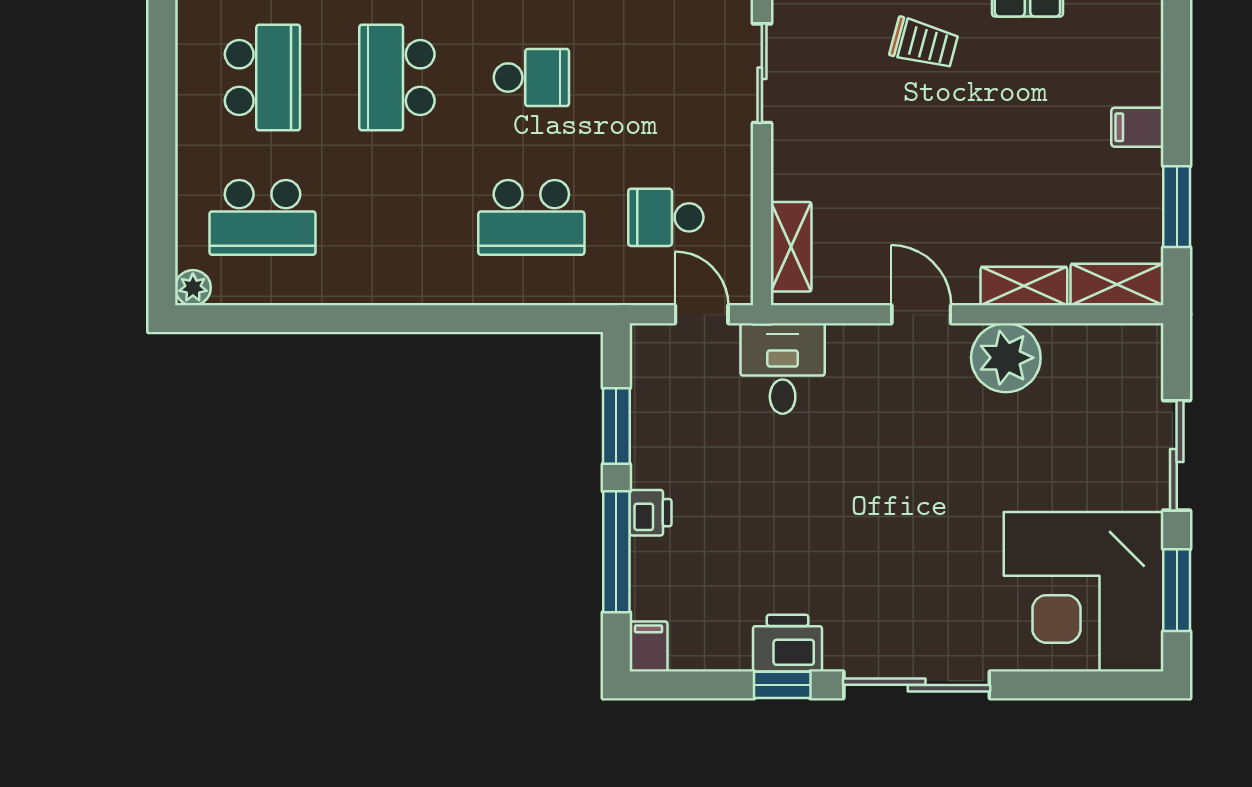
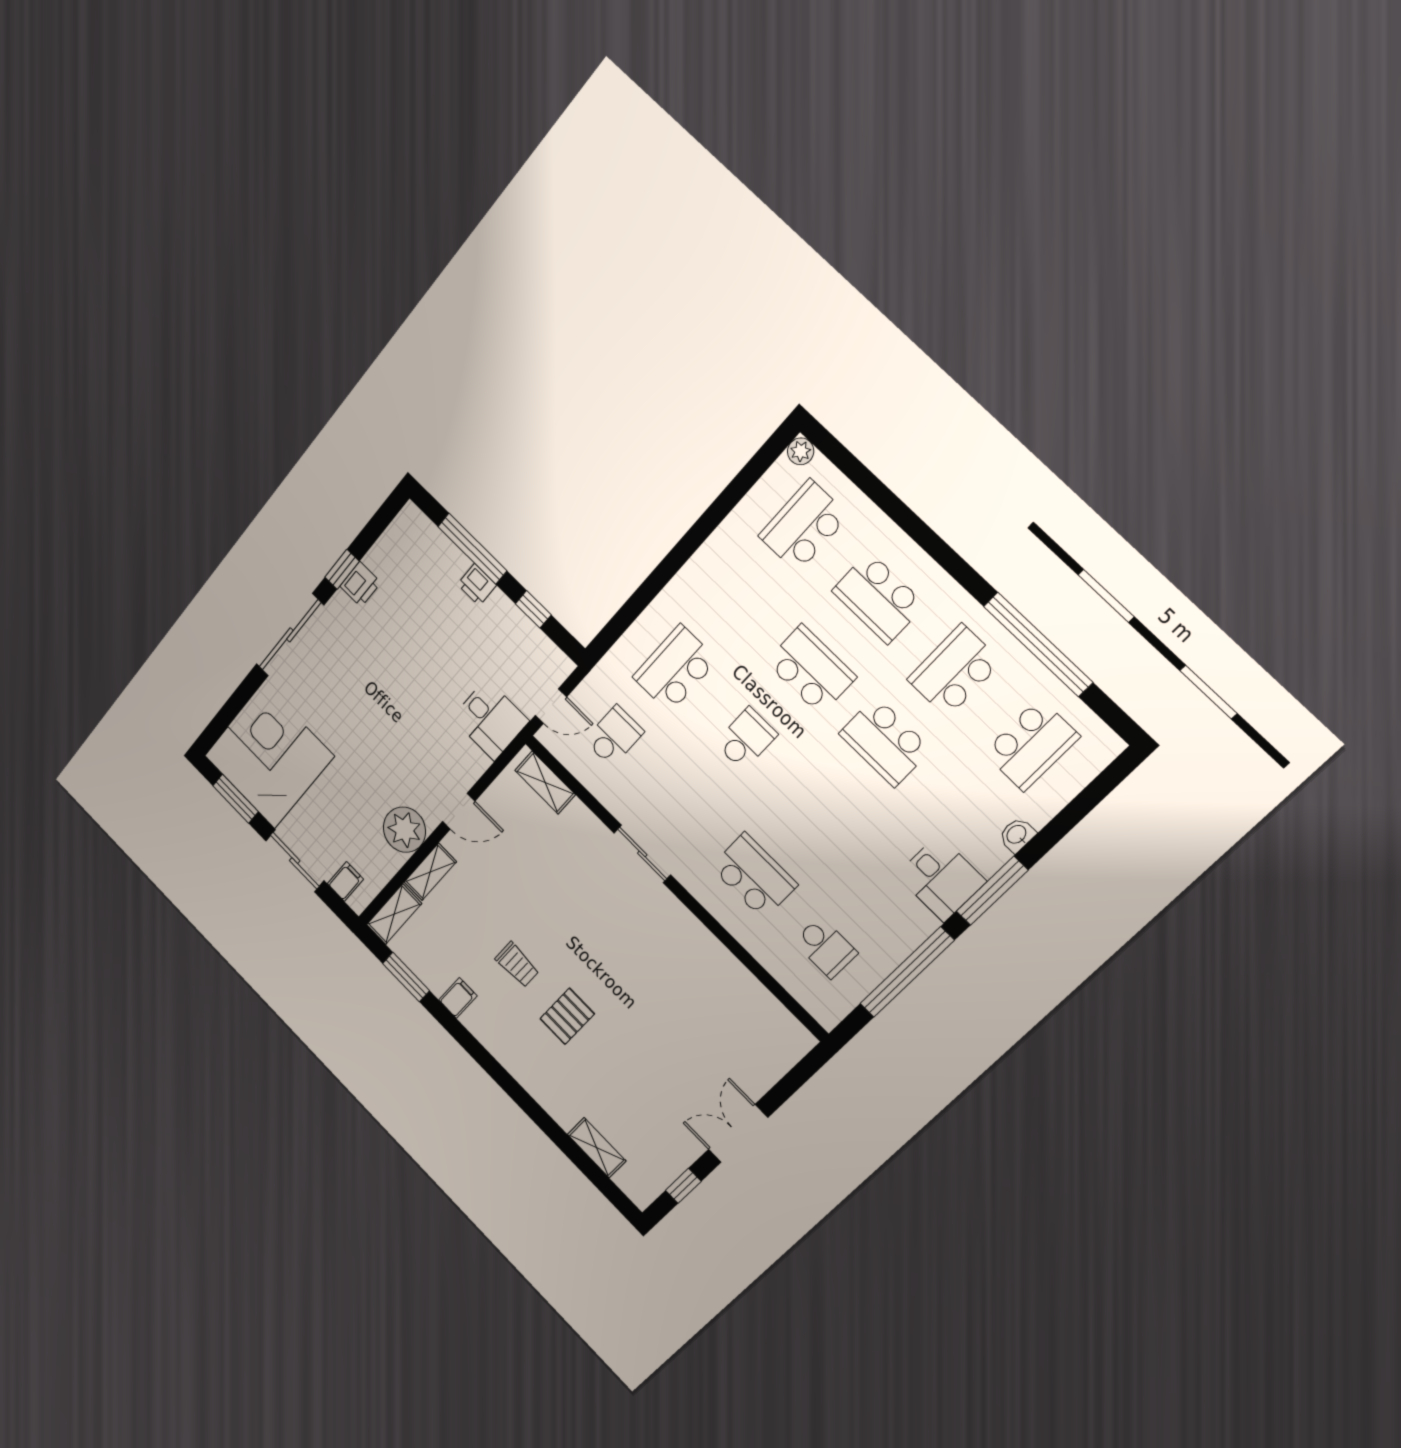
trolley: (924, 43) -> (517, 965), moved, turned -105
school desk: (531, 78) -> (746, 739), turned 180
window: (616, 426) -> (533, 609), width x0.67
printer: (787, 643) -> (360, 584), width x0.73, depth x0.81
filing cabinet: (648, 646) -> (345, 881), moved, turned -90

